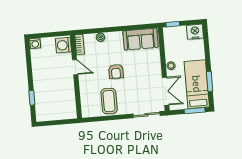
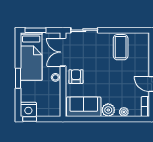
window: (173, 24) -> (30, 119), moved
plant: (116, 38) -> (108, 110), added
armchair: (116, 71) -> (76, 77), moved
window: (210, 81) -> (18, 78), moved

